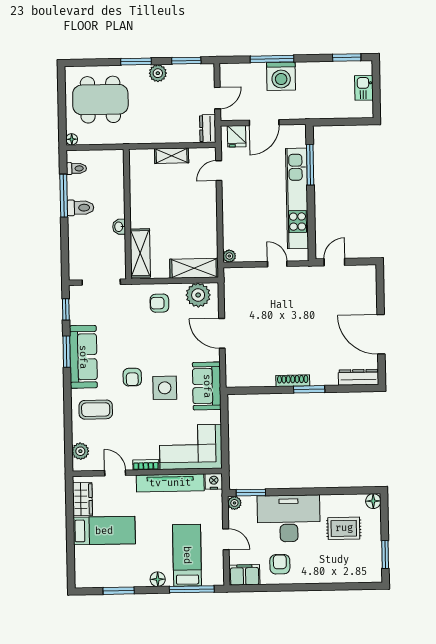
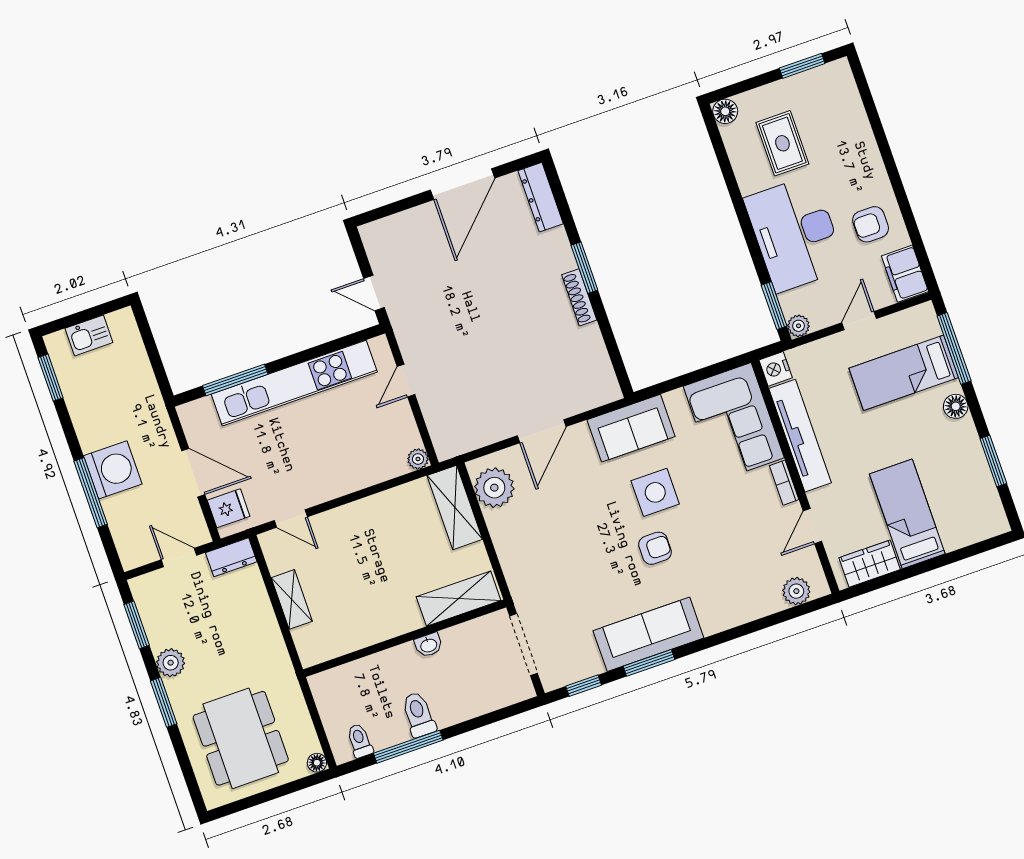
armchair: (159, 303) -> (526, 543), removed
coffee table: (96, 410) -> (724, 588), removed

